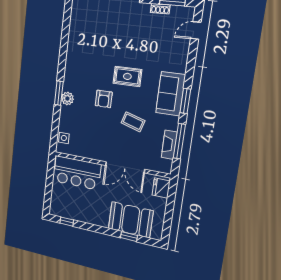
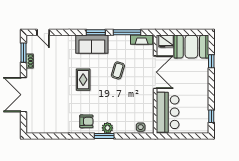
armchair: (104, 99) -> (86, 121), moved
fireplace: (169, 145) -> (142, 40), moved
booth: (131, 220) -> (191, 47), moved, turned 90

